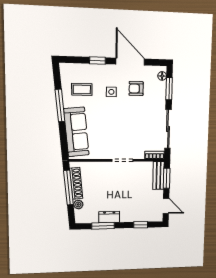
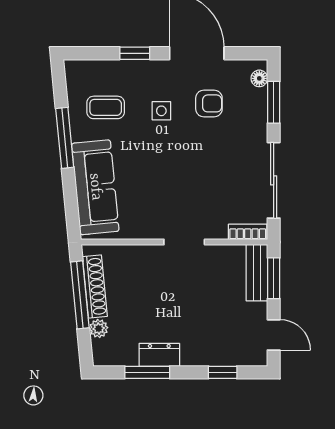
armchair: (136, 89) -> (209, 103), turned 180

